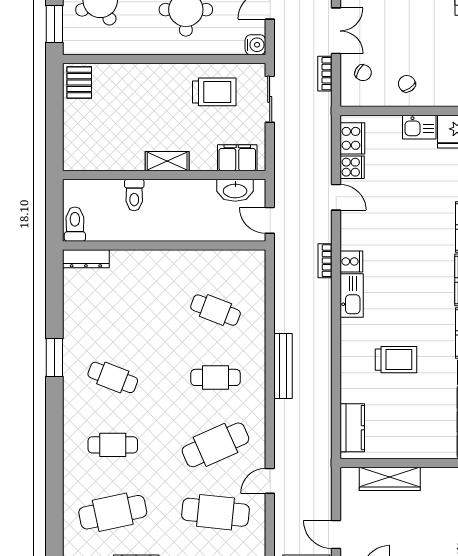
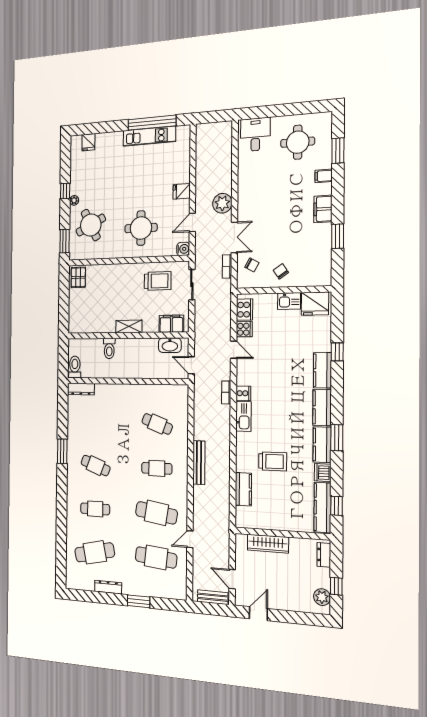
kitchen counter: (352, 428) -> (243, 489), moved
cafe table: (215, 445) -> (156, 513), turned 33

